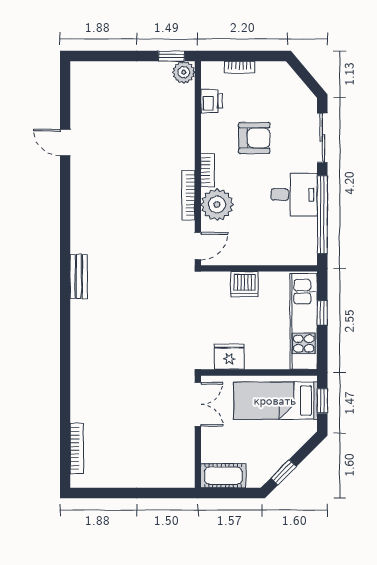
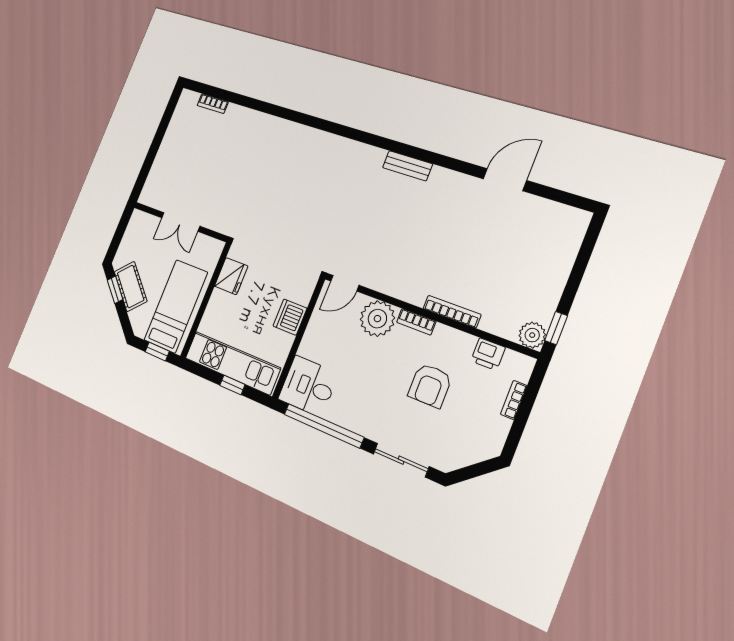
door: (65, 143) -> (505, 180), width x1.38
bookcase: (188, 195) -> (452, 312), moved
desk: (294, 195) -> (308, 386), moved, turned 90
door: (198, 246) -> (345, 283), hinge flipped
bench: (79, 277) -> (407, 166), moved
double door: (198, 404) -> (181, 222), moved
bookcase: (77, 448) -> (213, 104), width x0.64
cot: (223, 476) -> (131, 286), moved, turned -45

